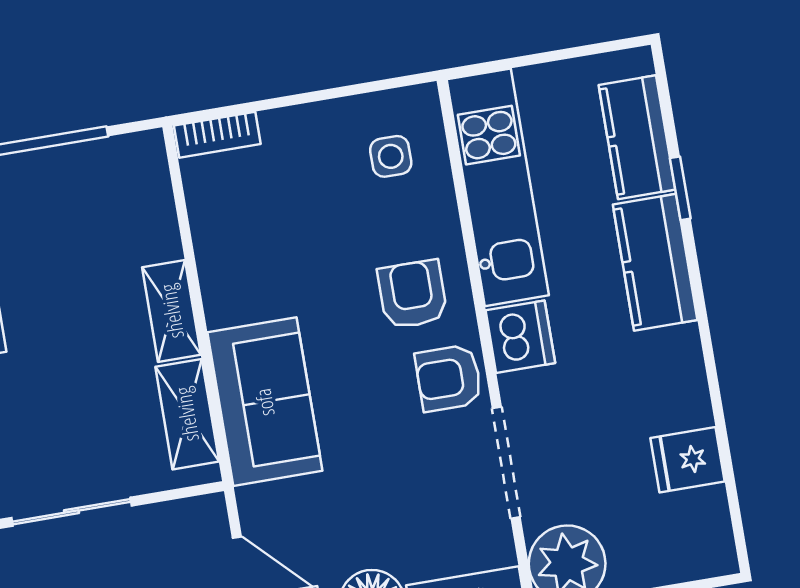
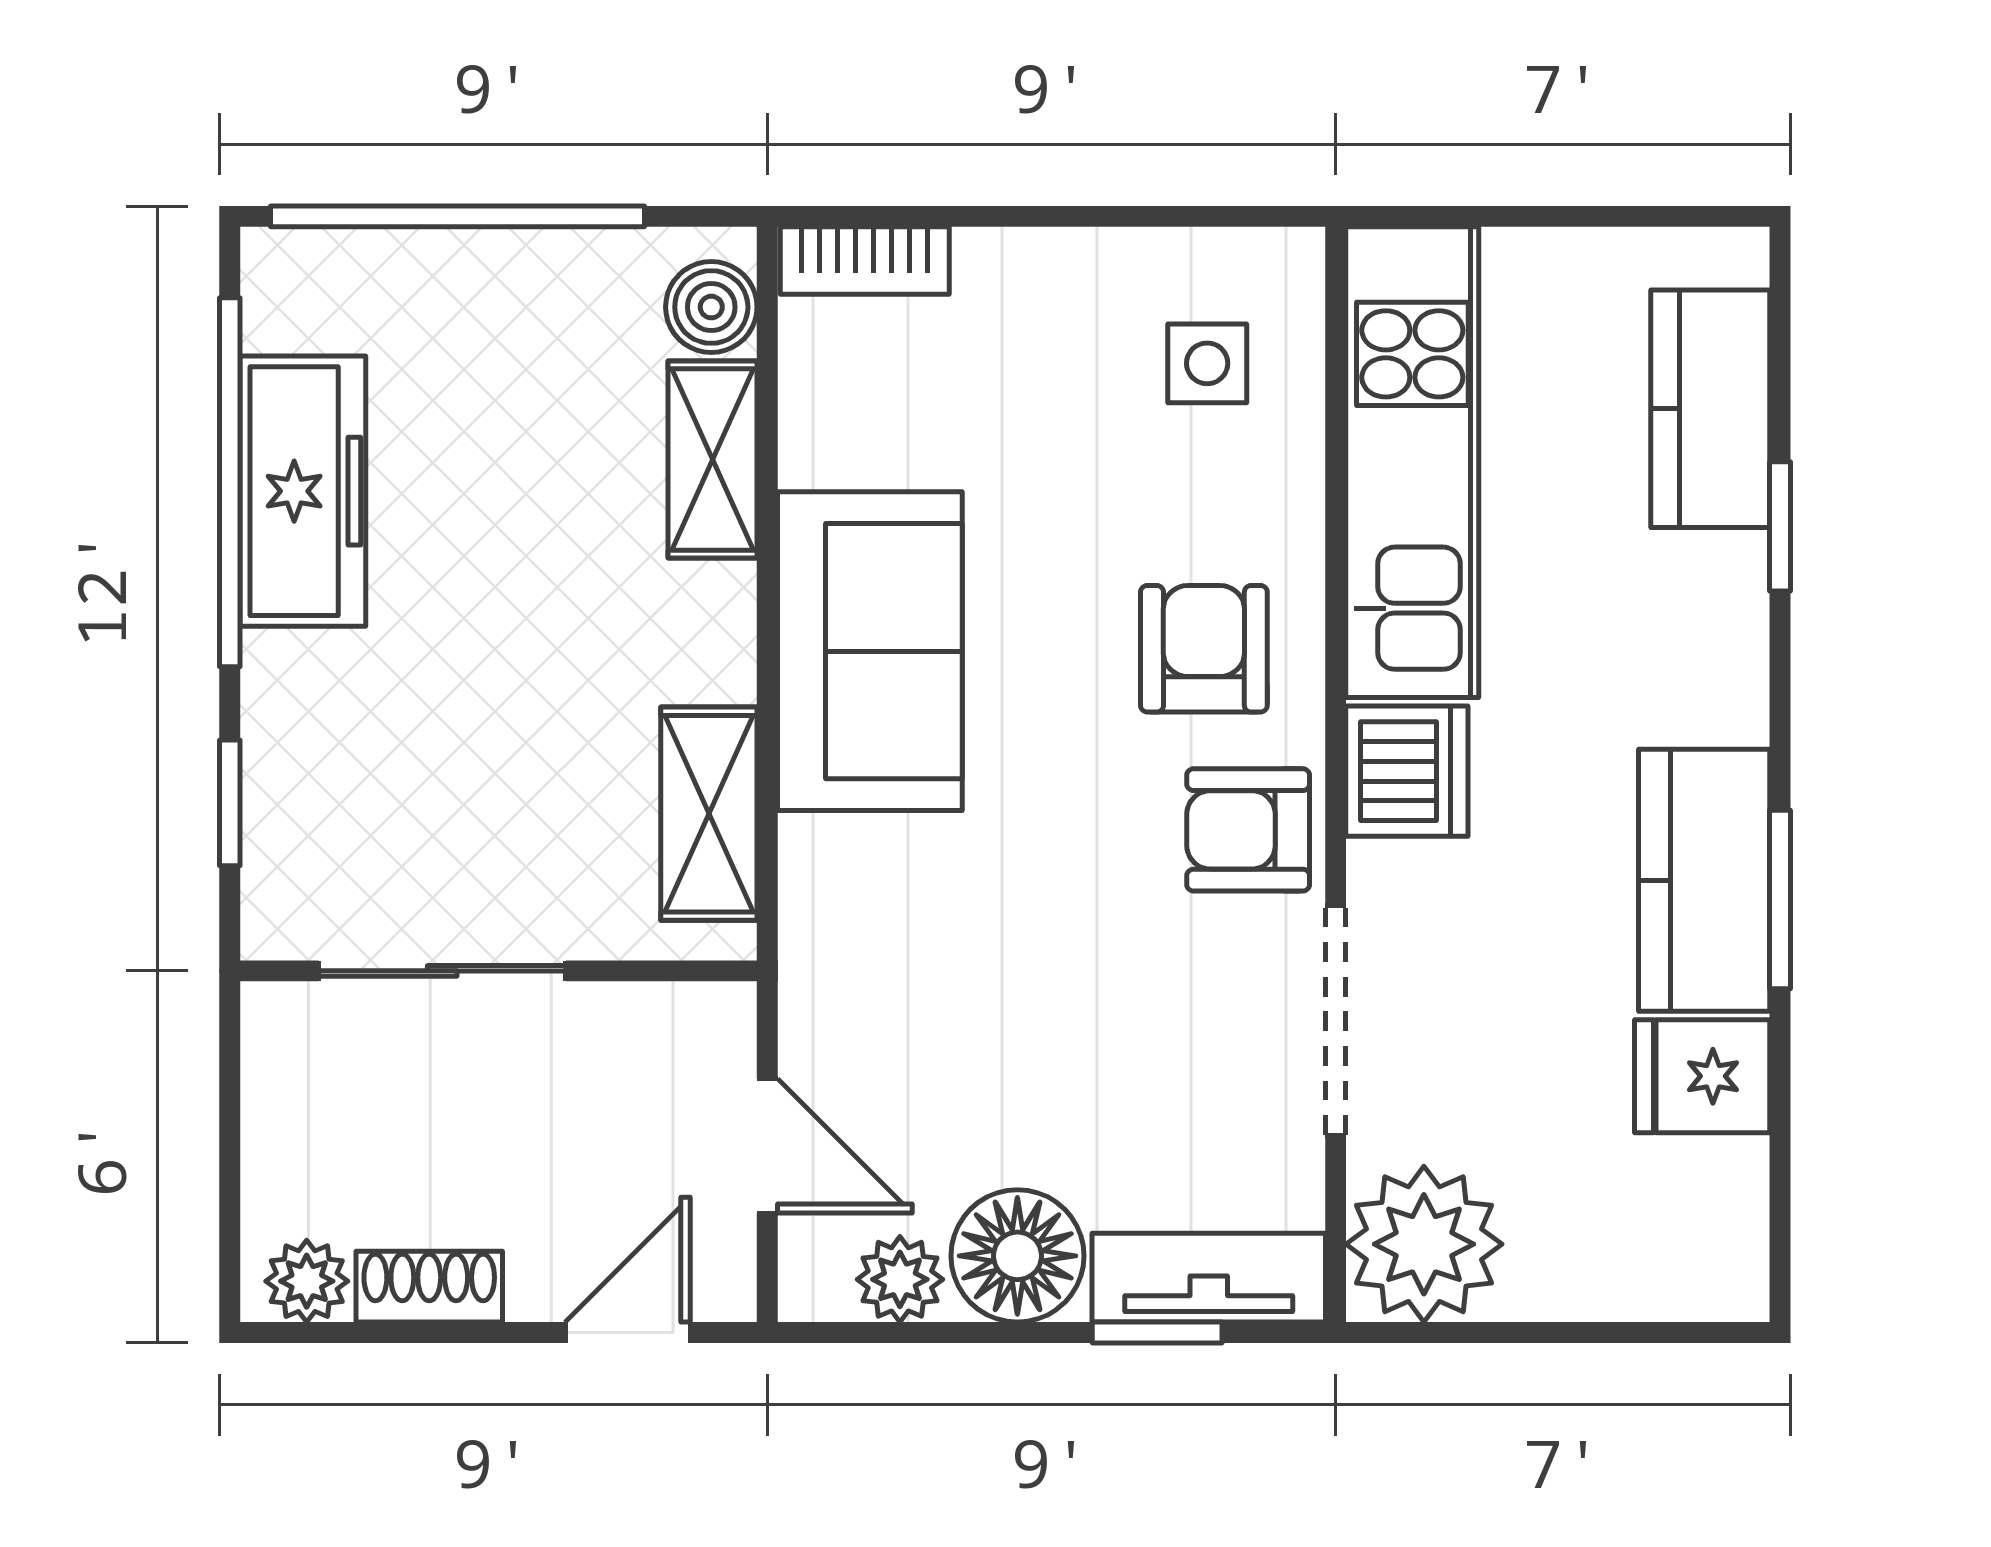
boiler: (147, 170) -> (711, 307), added
kitchen counter: (655, 262) -> (1704, 880), moved
shelving: (172, 311) -> (713, 459), moved
window: (711, 368) -> (1780, 900), added
sofa: (265, 402) -> (870, 651), moved

